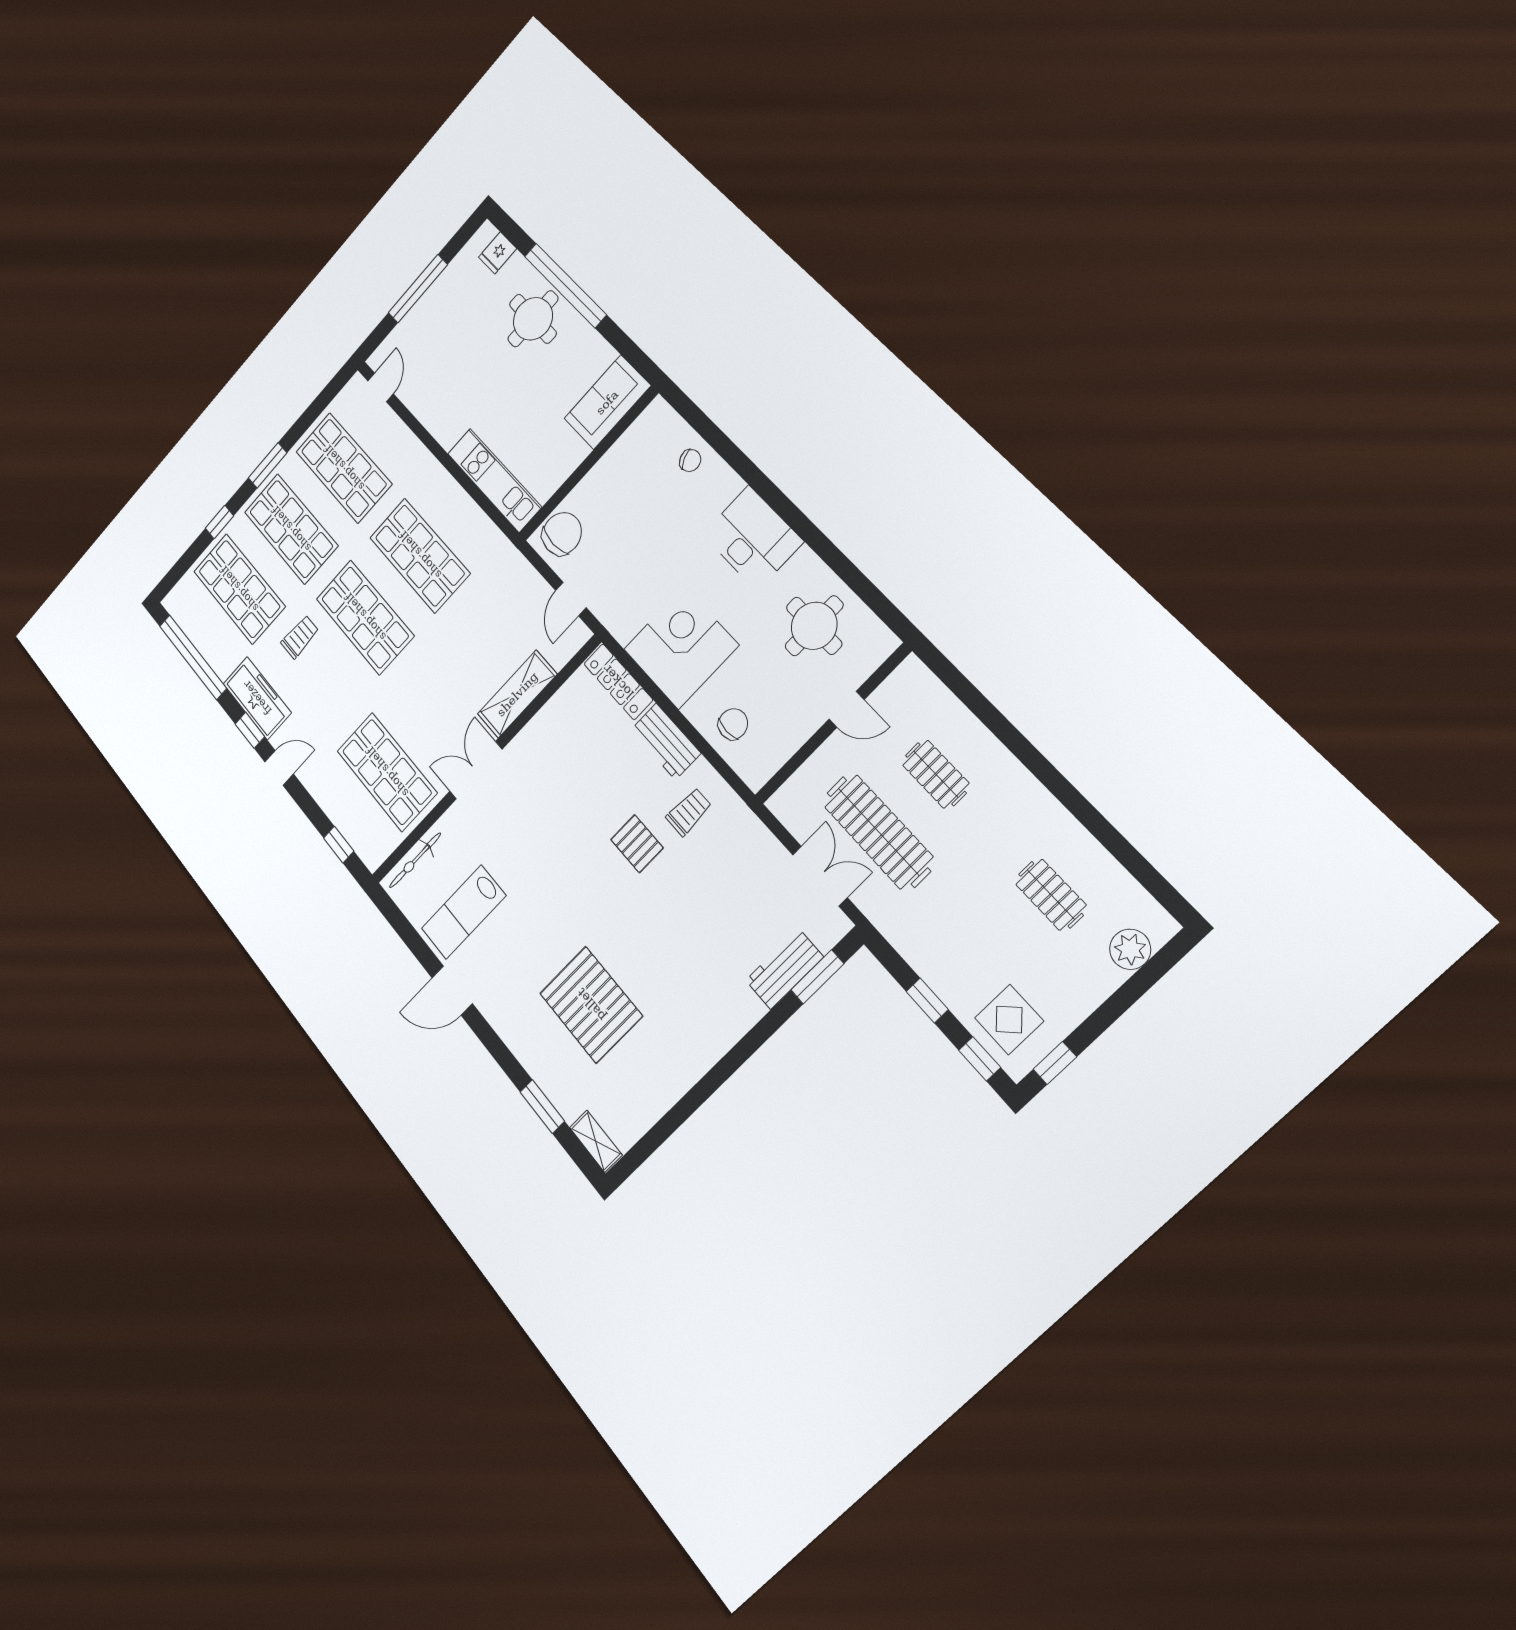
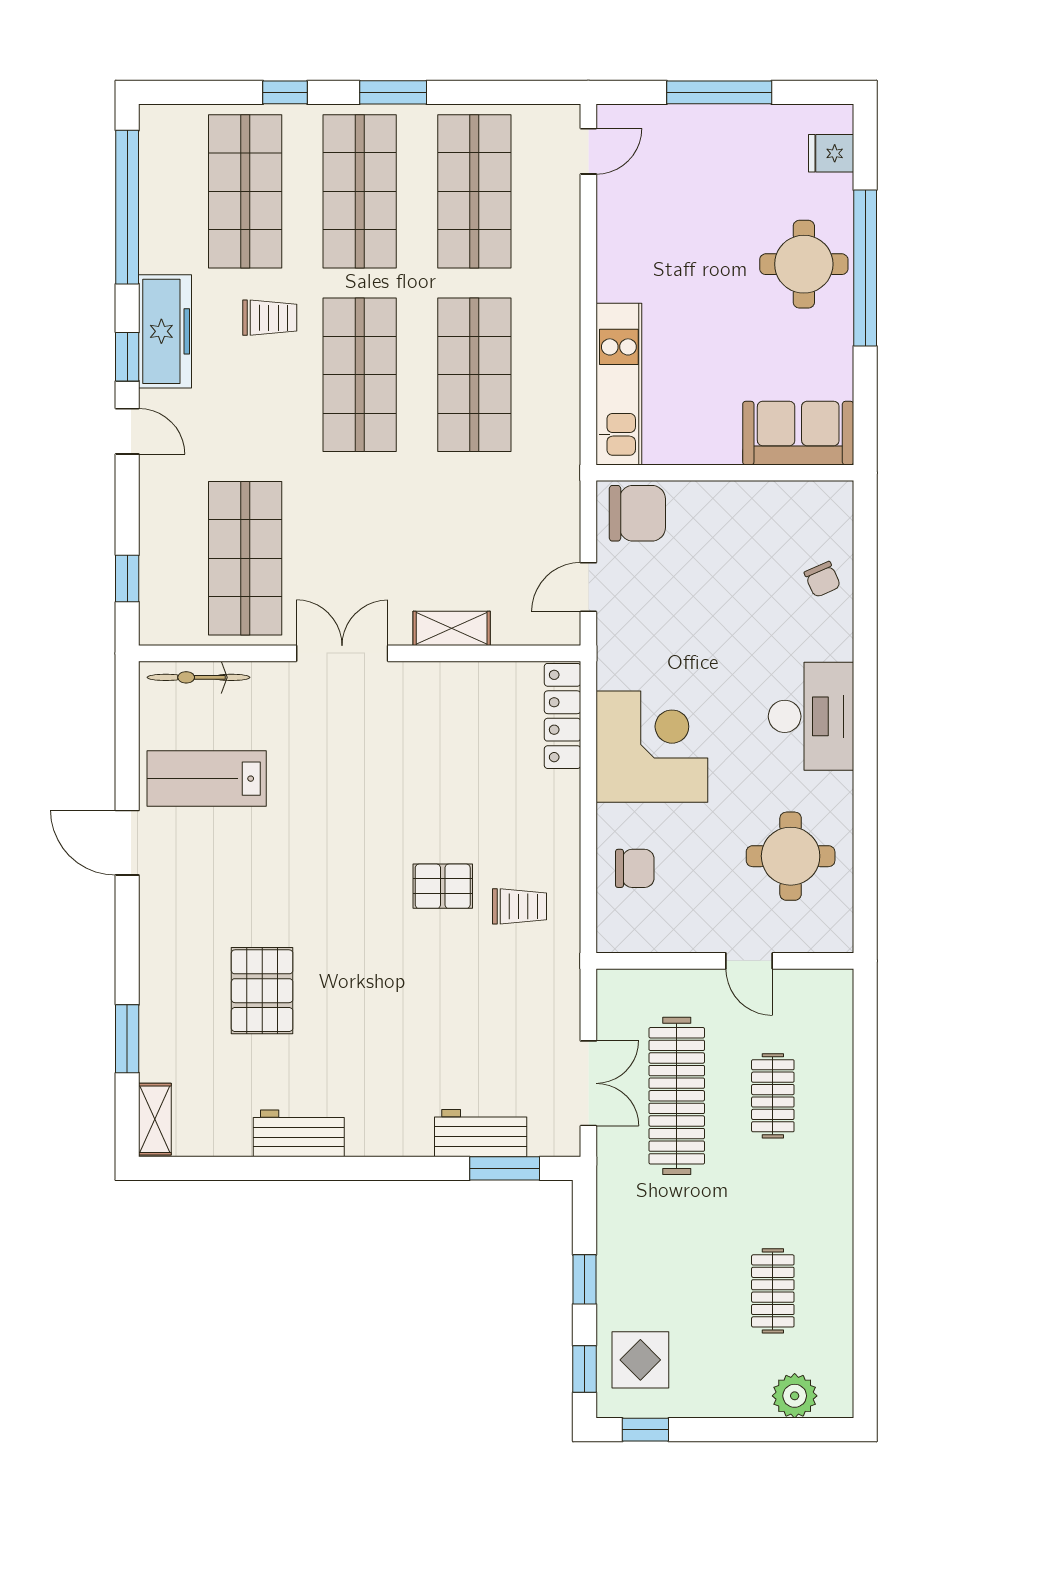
shelving: (517, 694) -> (452, 628), width x0.67, depth x0.75
workbench: (666, 741) -> (299, 1133), moved, turned 90
pallet: (637, 844) -> (443, 886), turned 90
pallet: (591, 1005) -> (262, 991), width x0.73, depth x0.71

